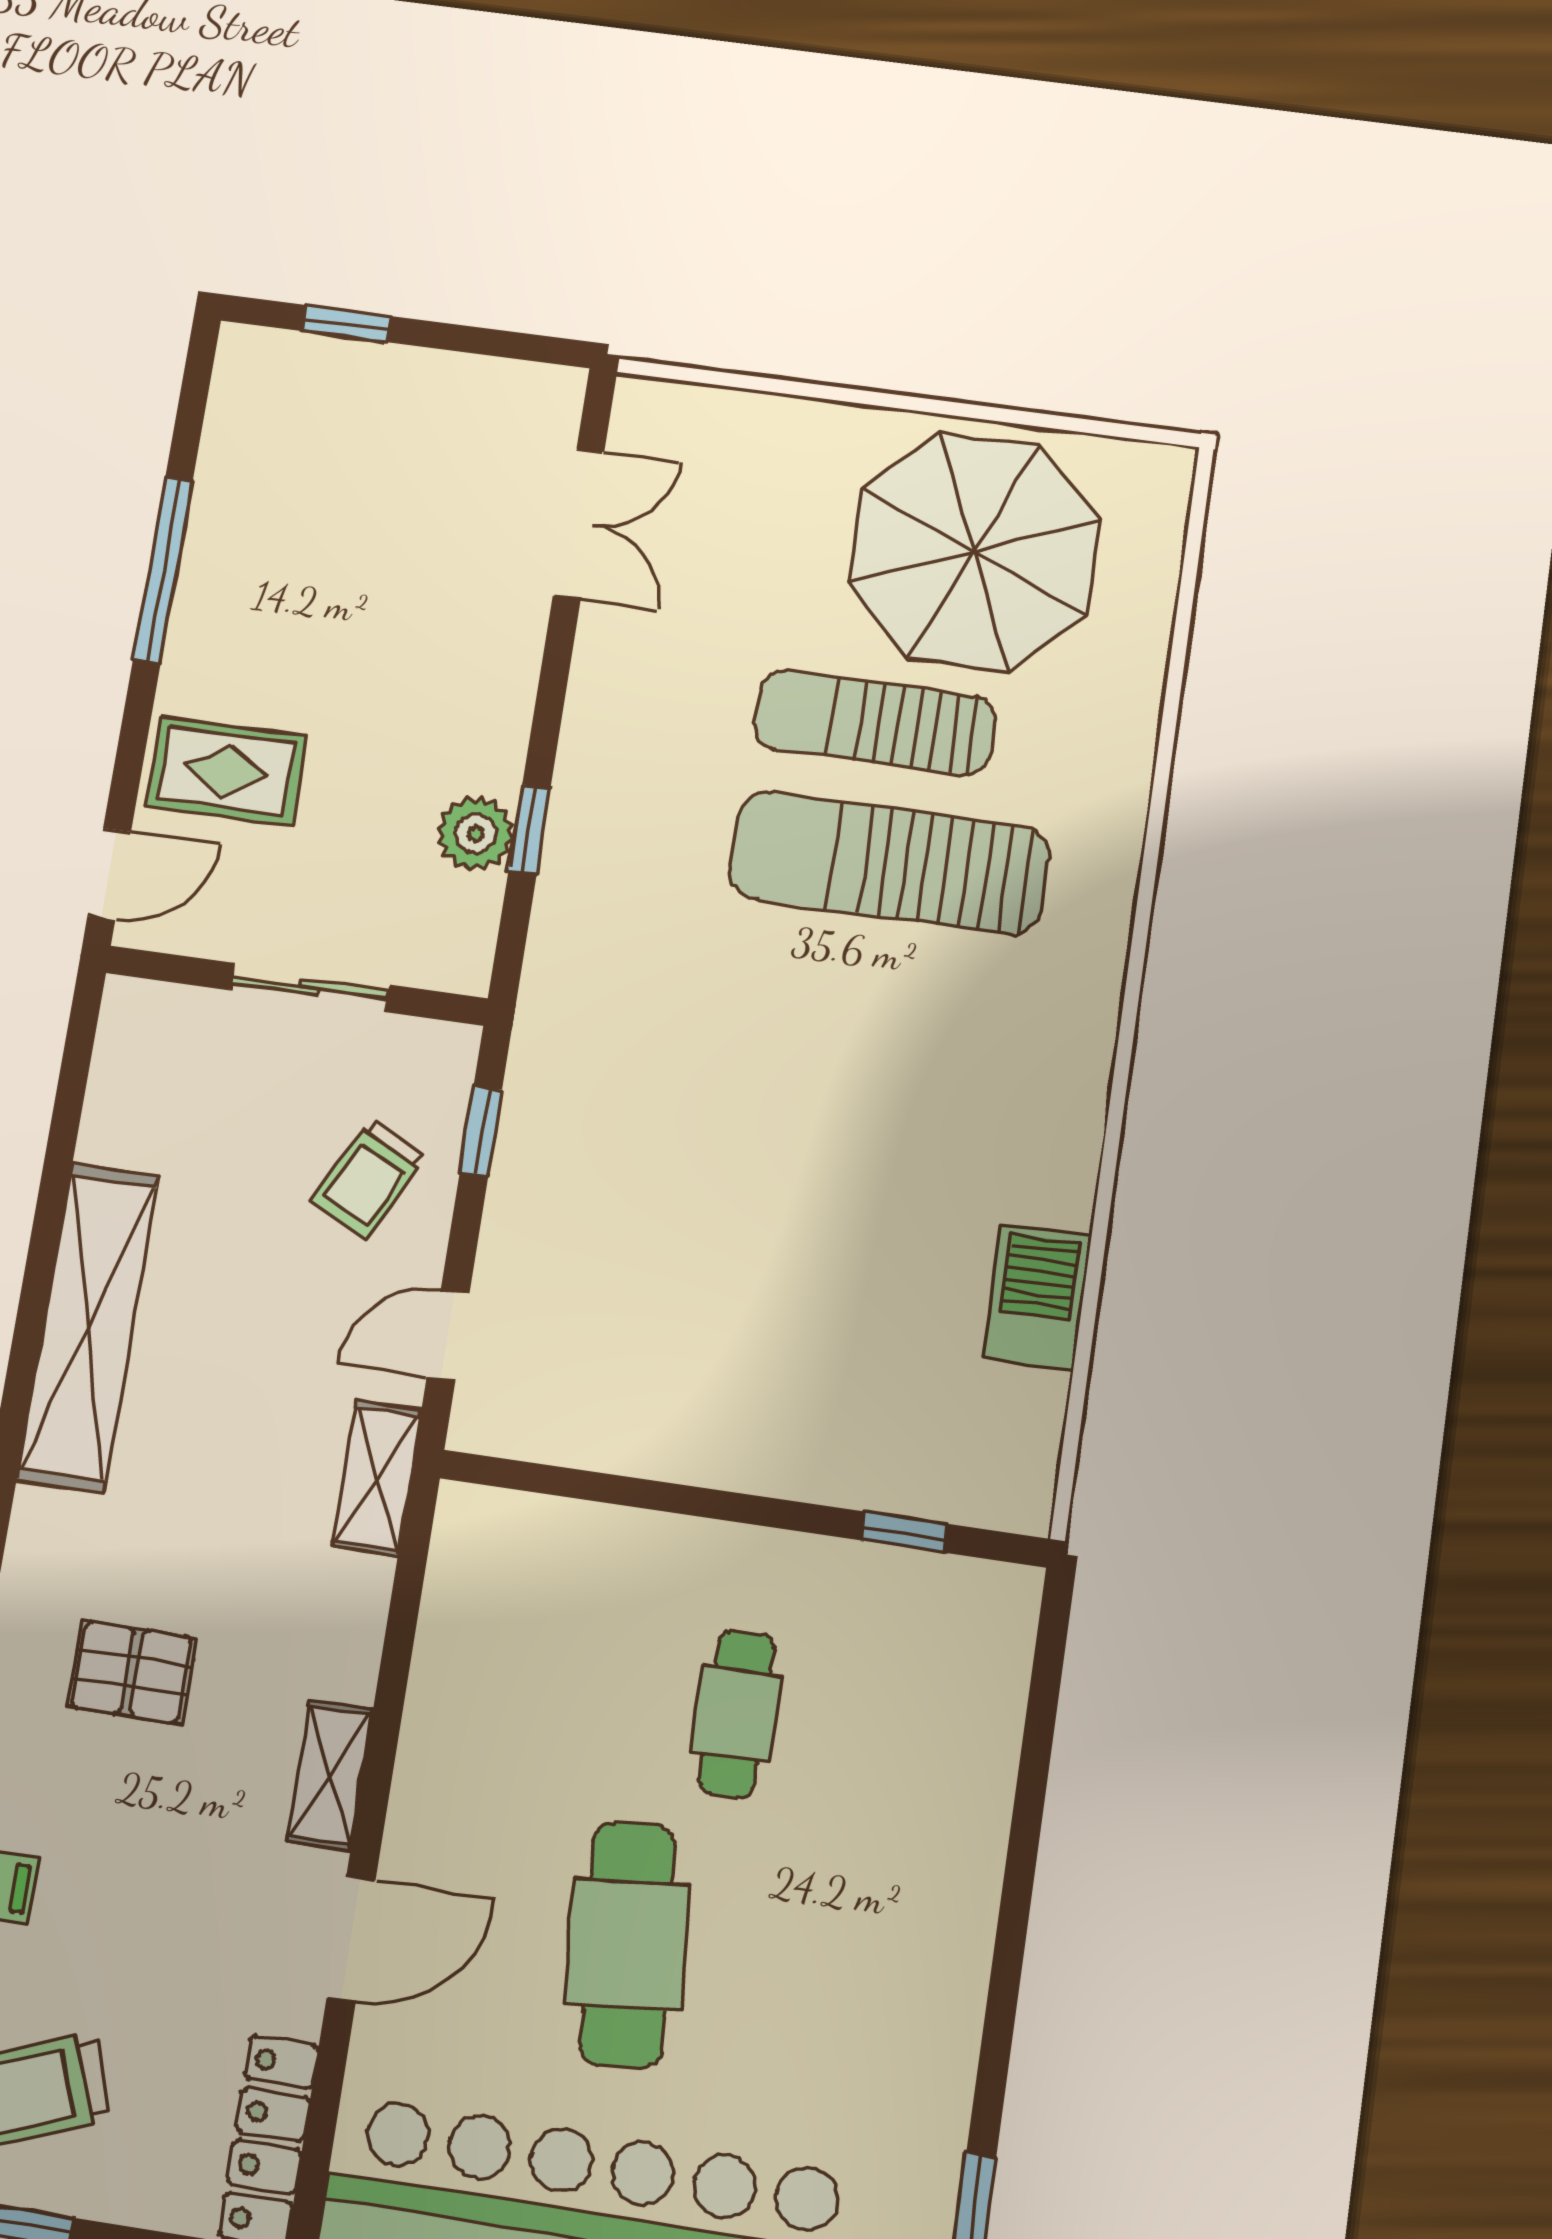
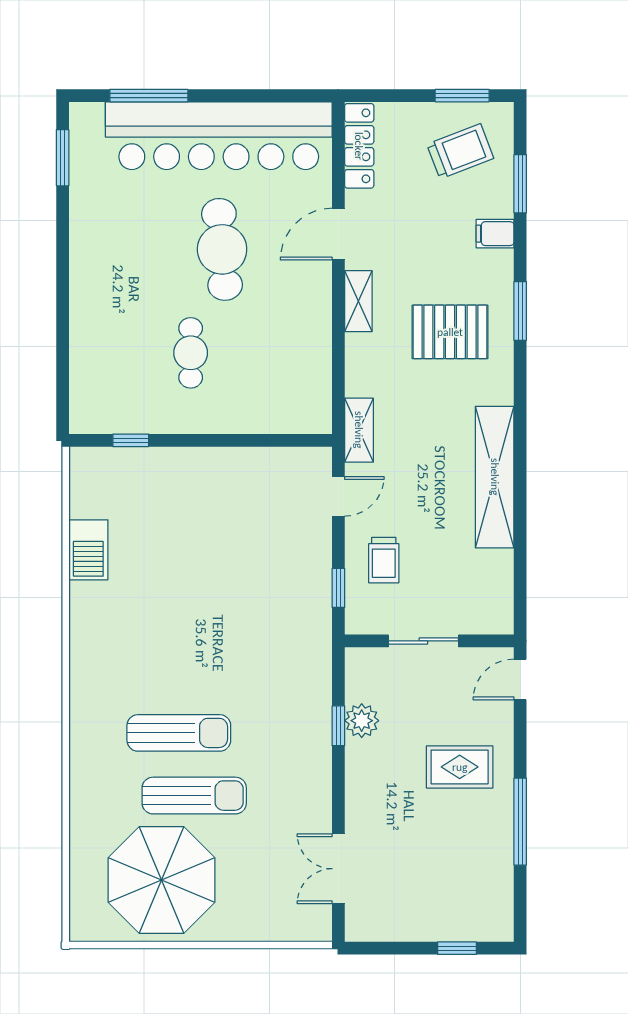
rug: (226, 771) -> (460, 767), moved
sun lounger: (889, 863) -> (179, 733), width x0.73, depth x0.75
trolley: (369, 1178) -> (384, 560), turned 153
pallet: (132, 1672) -> (450, 332), width x1.50, depth x1.42

